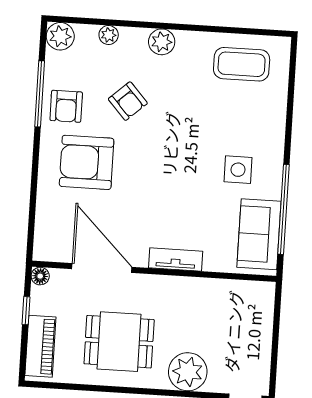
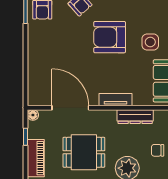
armchair: (87, 162) -> (110, 37), moved
dresser: (206, 289) -> (135, 117), added
chair: (239, 346) -> (158, 150), added

